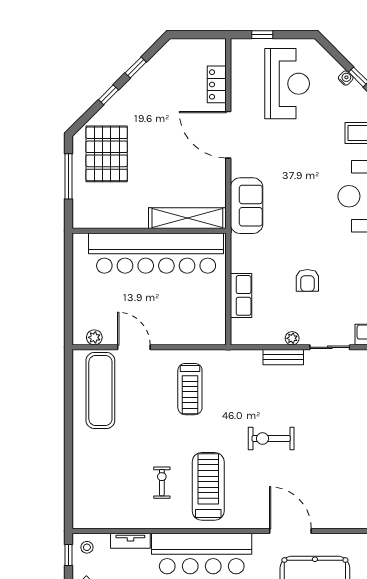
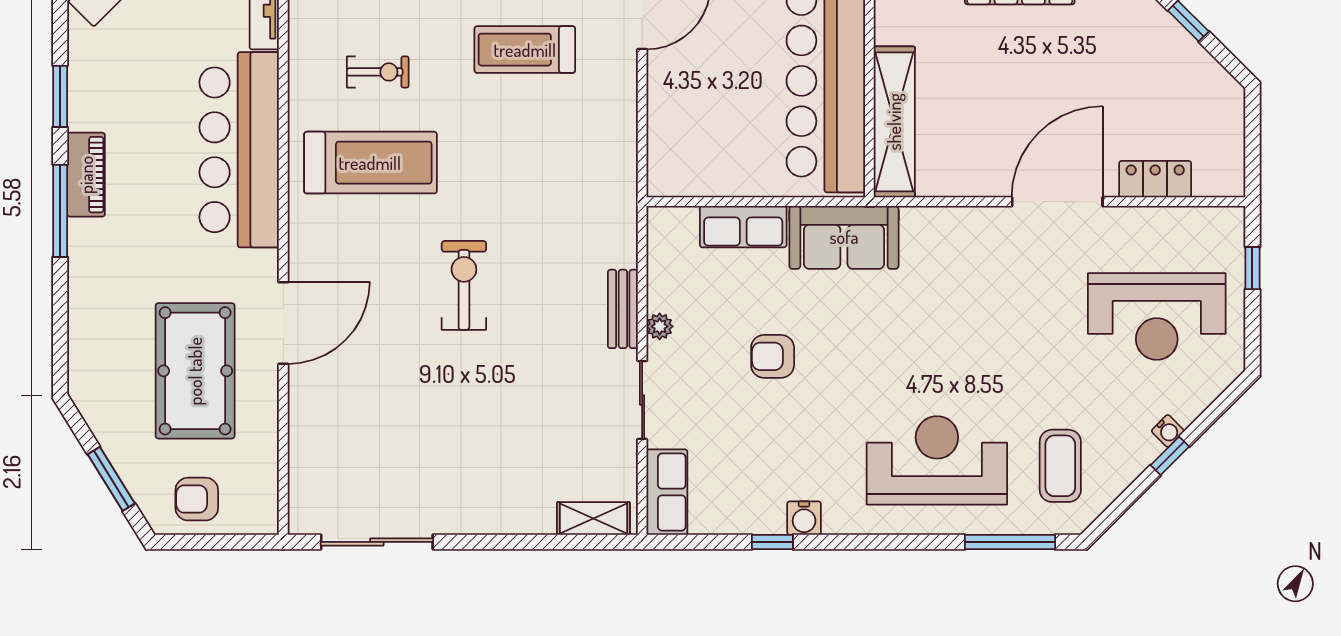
sofa: (247, 206) -> (844, 237), moved
treadmill: (190, 389) -> (525, 50), moved

